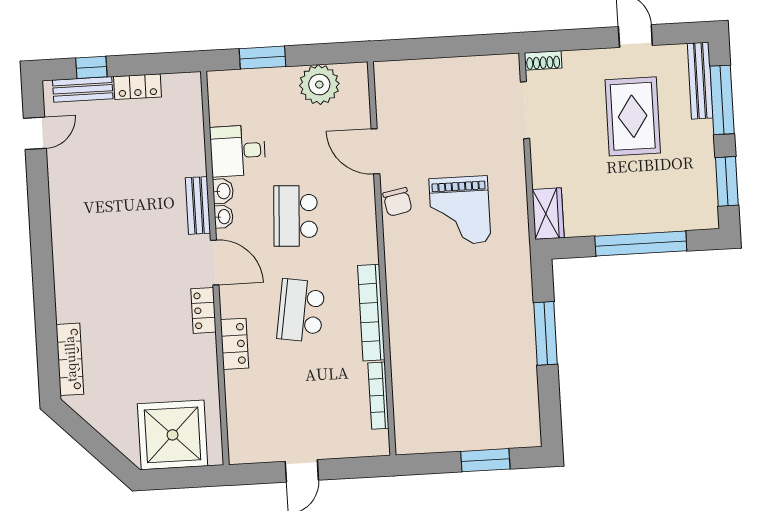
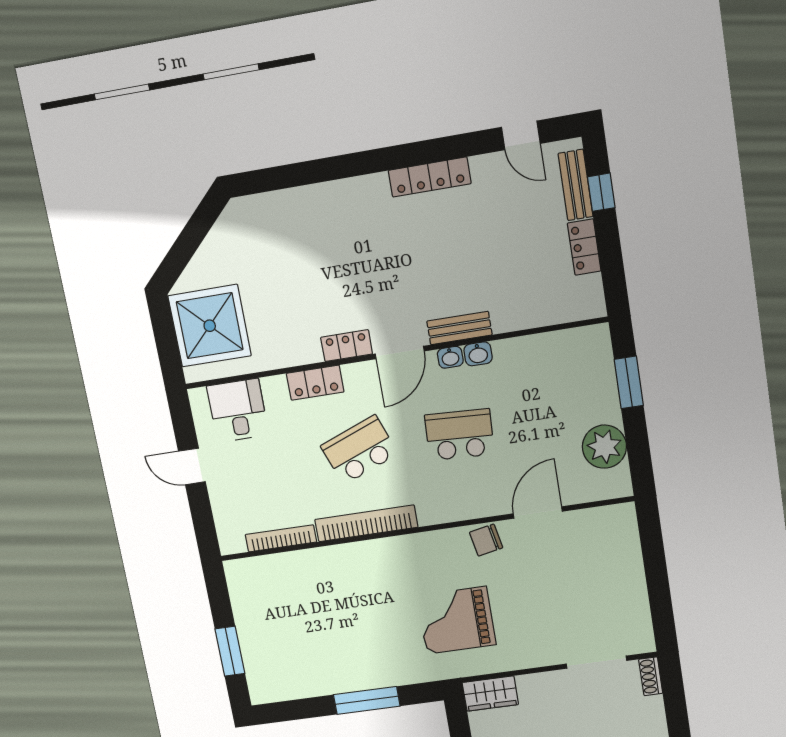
desk: (238, 151) -> (238, 410), moved
grand piano: (460, 211) -> (456, 620), moved
school desk: (301, 311) -> (359, 450), turned -30
locker: (70, 359) -> (430, 177), moved

